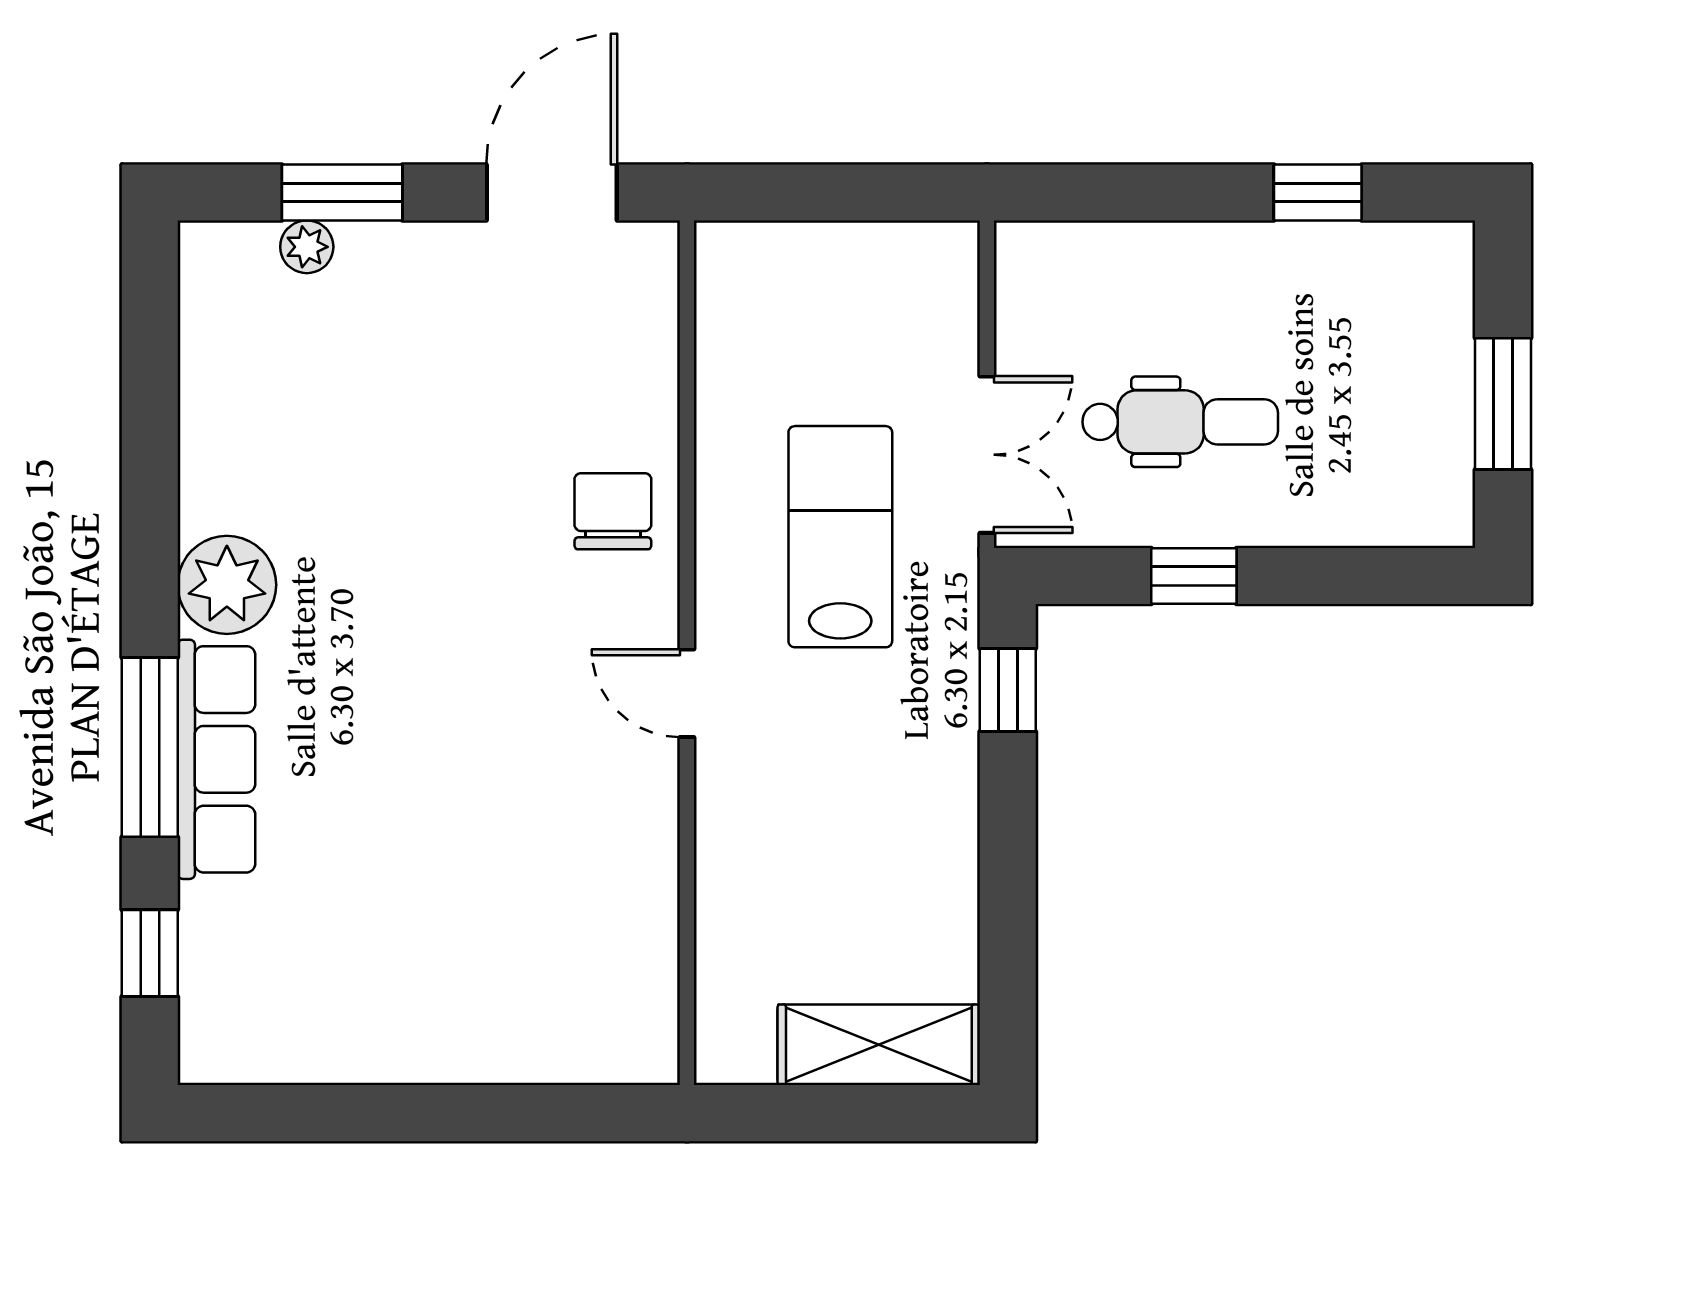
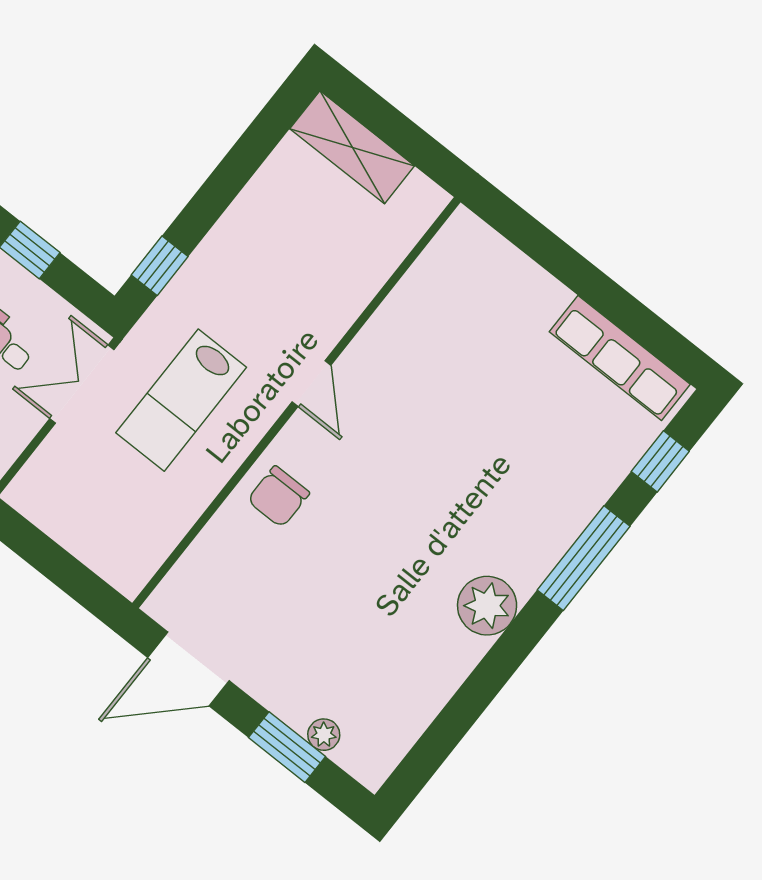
row of seats: (216, 759) -> (620, 358), moved, turned -90

